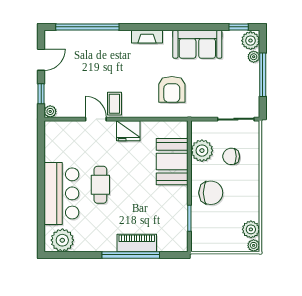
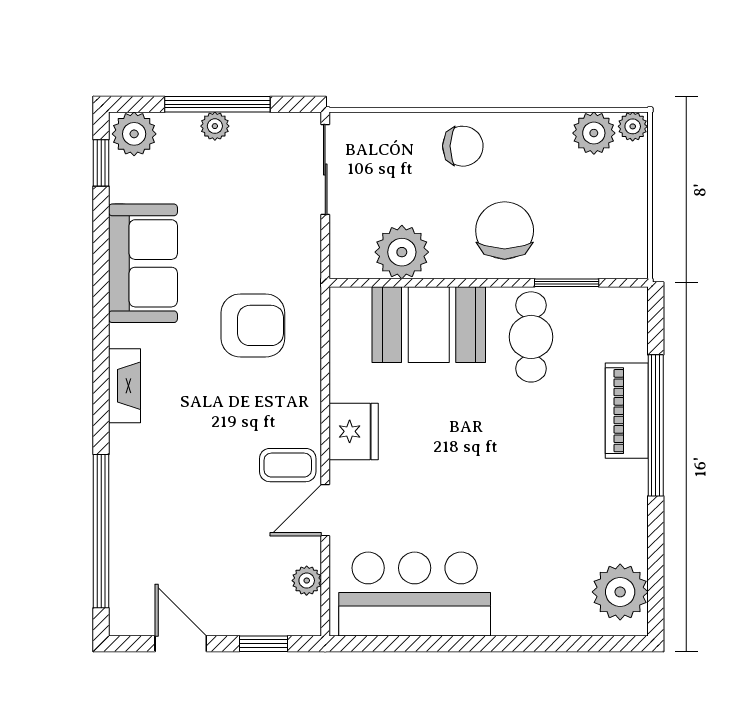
plant: (254, 57) -> (215, 126), moved
plant: (50, 111) -> (307, 581), moved
chair: (231, 156) -> (463, 146), moved, turned -89
cafe table: (100, 185) -> (531, 337), moved, turned 90
bar counter: (61, 193) -> (415, 594), moved

